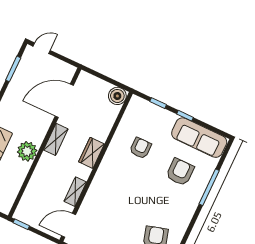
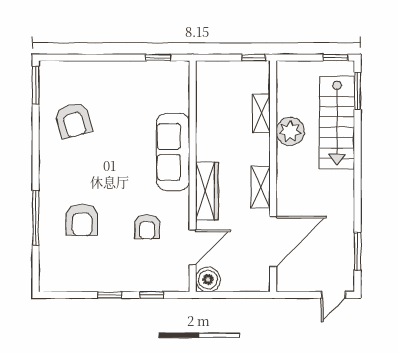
sofa: (199, 138) -> (173, 152), moved, turned -90
plant: (27, 151) -> (290, 131), moved
wardrobe: (91, 153) -> (207, 191), width x1.50
shelving: (75, 192) -> (261, 113), moved
door: (69, 225) -> (193, 247), moved

